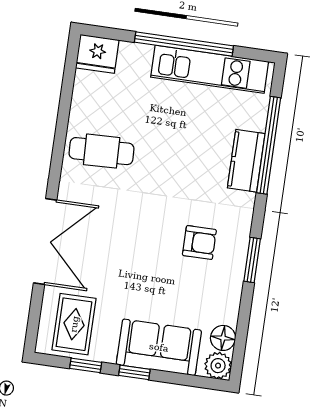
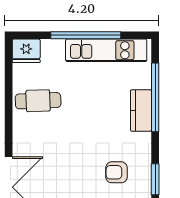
cafe table: (102, 151) -> (38, 101), moved
armchair: (199, 243) -> (117, 172), turned 180

